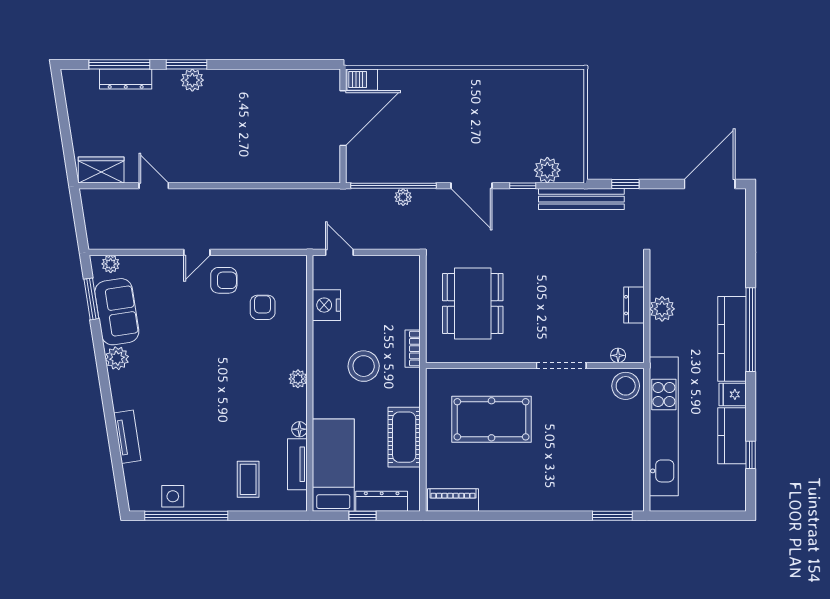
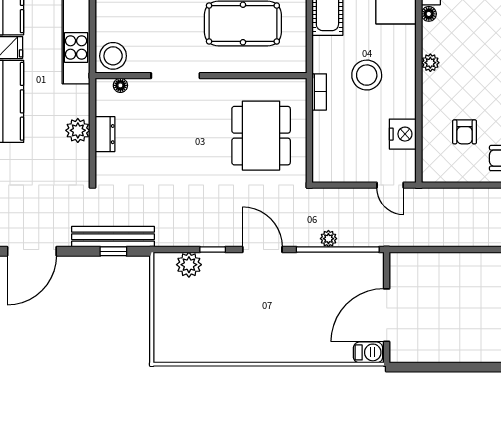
bench: (581, 199) -> (113, 237), moved

